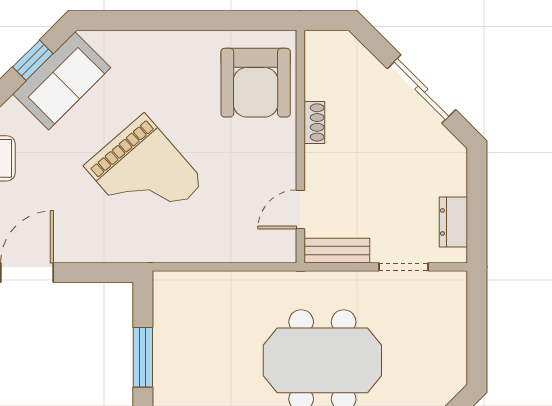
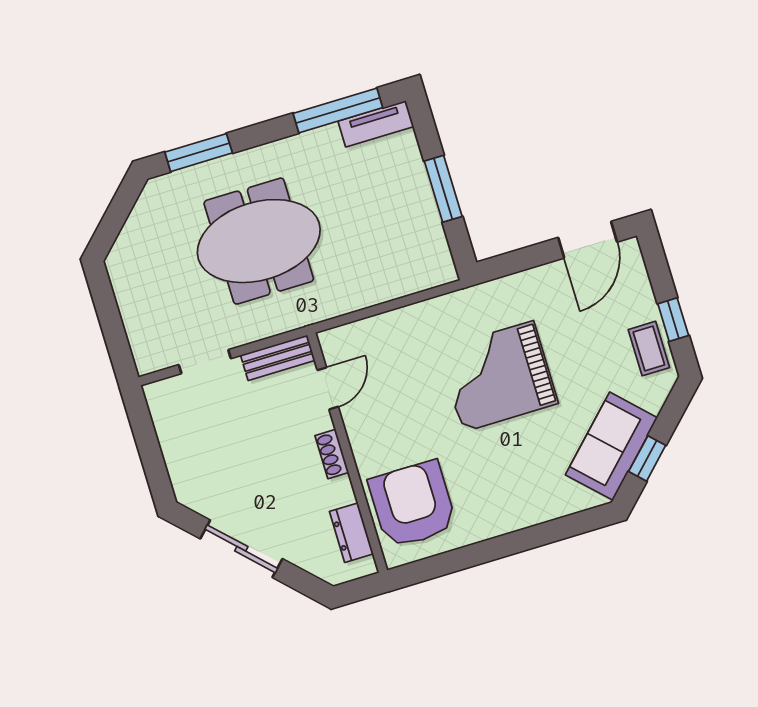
shoe rack: (314, 122) -> (332, 454), moved
grand piano: (144, 174) -> (498, 376), turned -49
dresser: (453, 222) -> (351, 533), moved, turned 180

